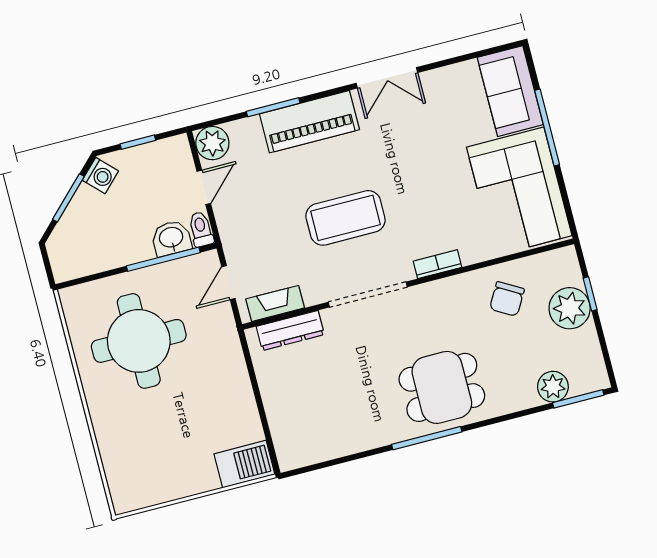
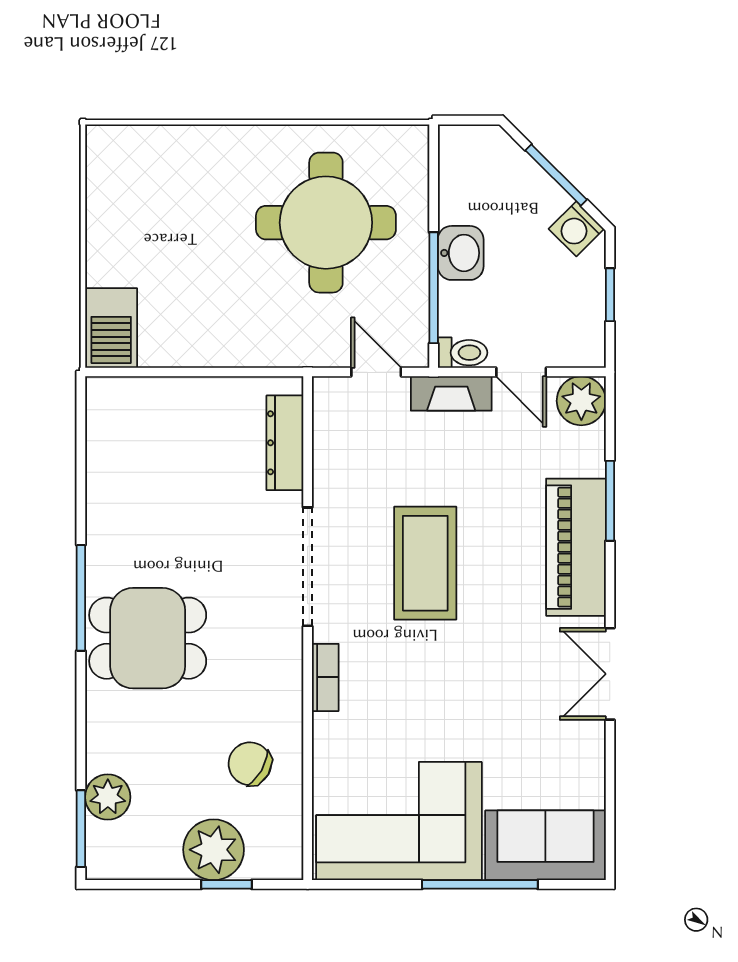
washbasin: (171, 238) -> (461, 253), moved
fireplace: (275, 303) -> (451, 393), moved, turned 90
dining table: (442, 387) -> (148, 638), turned 90

